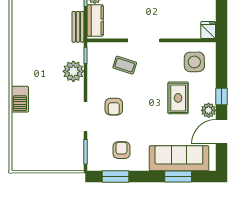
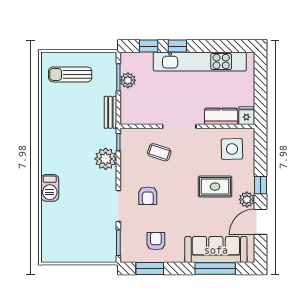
kitchen counter: (95, 20) -> (221, 116), moved, turned -90
rug: (178, 98) -> (215, 187), turned 90
window: (178, 176) -> (215, 269), width x1.44

